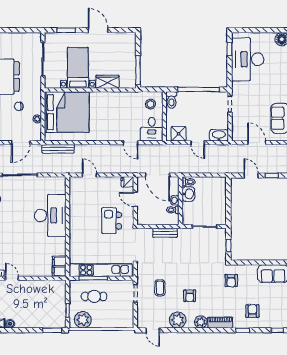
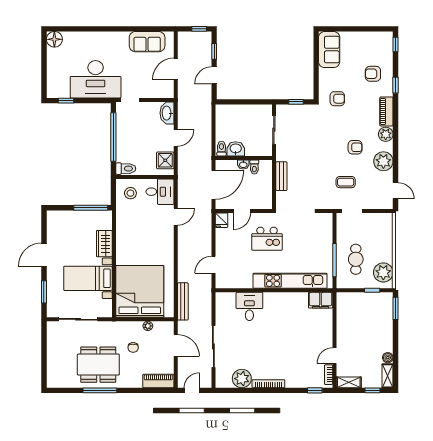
desk: (248, 59) -> (96, 79), moved
desk: (50, 215) -> (249, 306), width x0.53, depth x0.77
kitchen unit: (101, 270) -> (290, 281), moved, turned 90
door: (153, 330) -> (395, 191), hinge flipped

